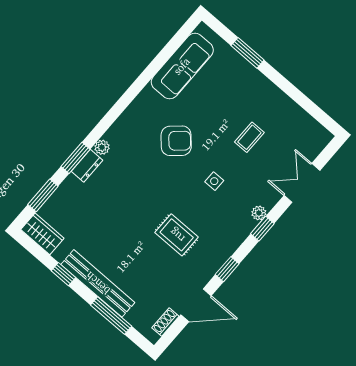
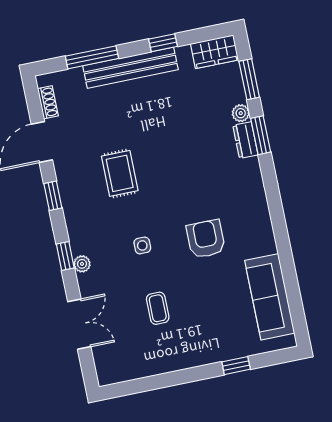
window: (247, 53) -> (236, 366), width x0.67
armchair: (176, 141) -> (206, 239), turned 132
plant: (102, 147) -> (241, 113), moved
rug: (177, 235) -> (120, 173), turned 90

